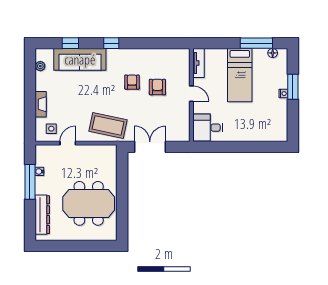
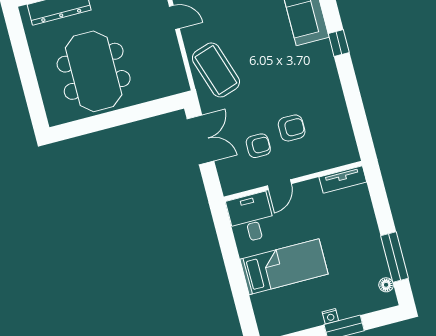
bed: (240, 75) -> (284, 267), moved, turned 180
armchair: (132, 82) -> (258, 146), moved
door: (191, 94) -> (279, 185), moved
coffee table: (108, 125) -> (216, 70), turned -30

